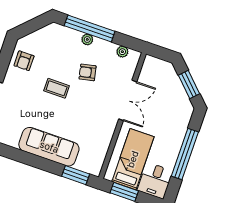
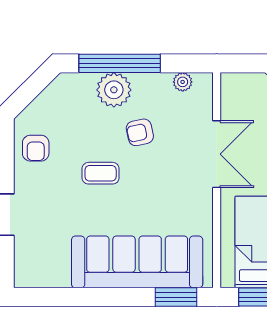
plant: (87, 39) -> (114, 90), width x1.88, depth x1.88
sofa: (49, 147) -> (137, 262), width x1.36, depth x1.27

